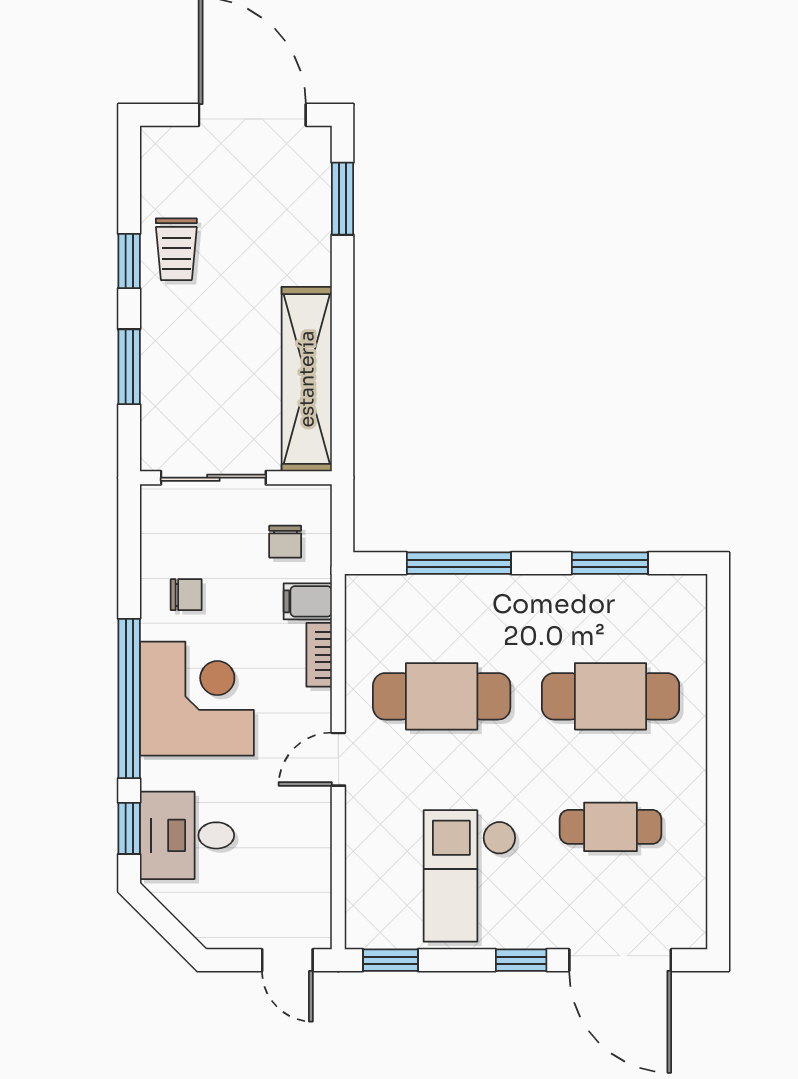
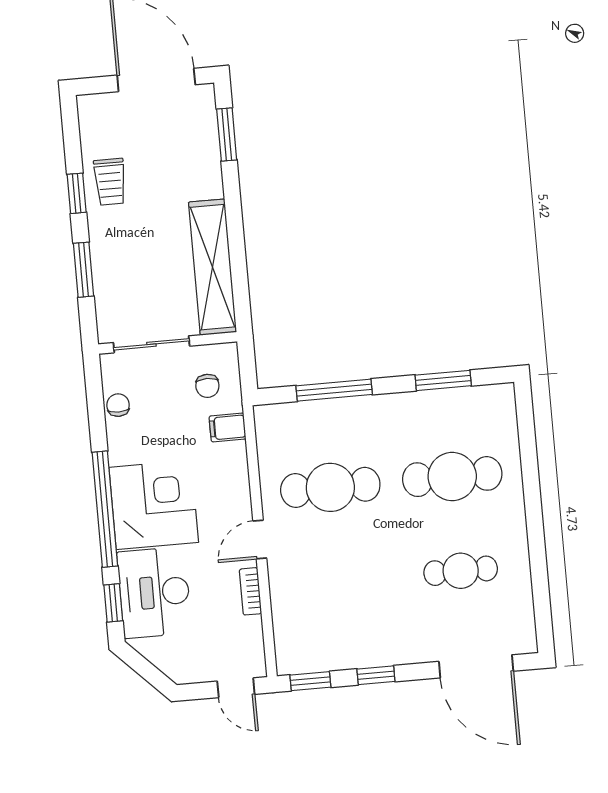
chair: (186, 595) -> (118, 405), moved, turned -90
bookcase: (319, 655) -> (250, 591), moved
desk: (187, 835) -> (154, 592), width x1.37
checkout: (470, 876) -> (362, 615), removed
window: (521, 960) -> (376, 675), moved

